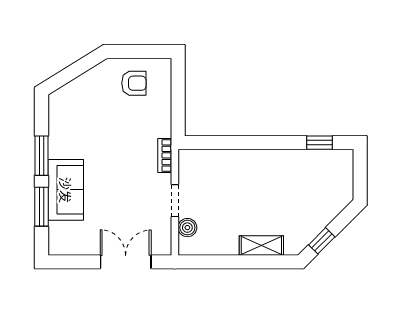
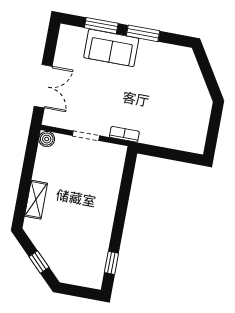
armchair: (134, 83) -> (188, 120), removed
boiler: (187, 228) -> (47, 139), moved
window: (322, 241) -> (39, 262), moved

